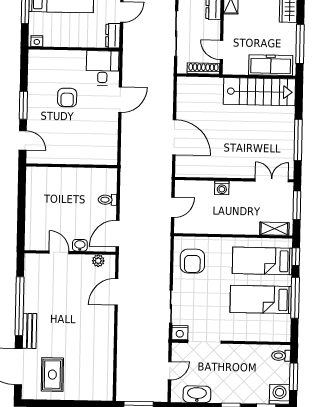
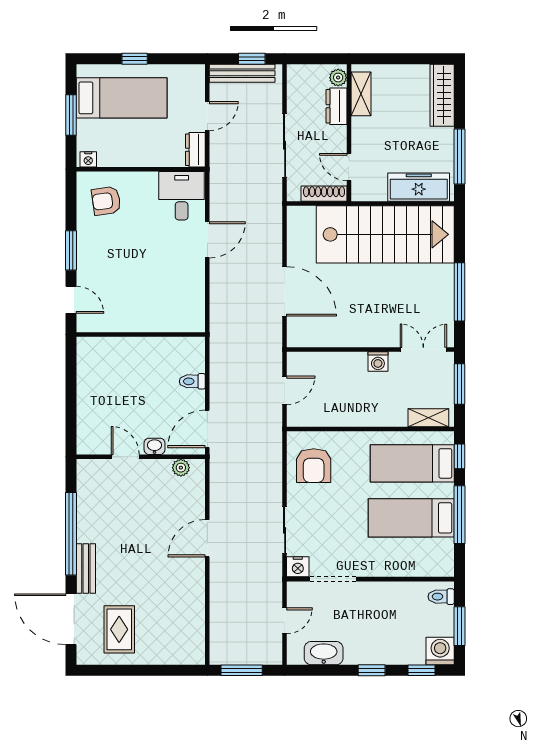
stairs: (259, 92) -> (385, 234), width x1.36, depth x1.51
armchair: (67, 98) -> (106, 201), moved, turned 82
washing machine: (222, 188) -> (378, 361), moved
door: (116, 292) -> (207, 538), moved

